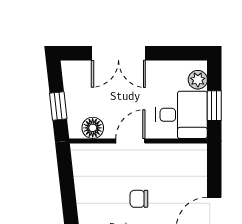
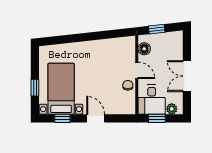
double door: (118, 53) -> (187, 76), moved
chair: (139, 199) -> (128, 85), moved

